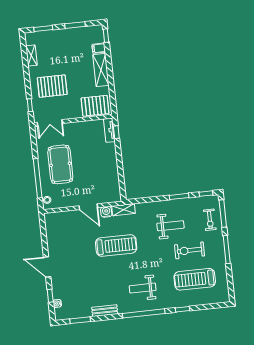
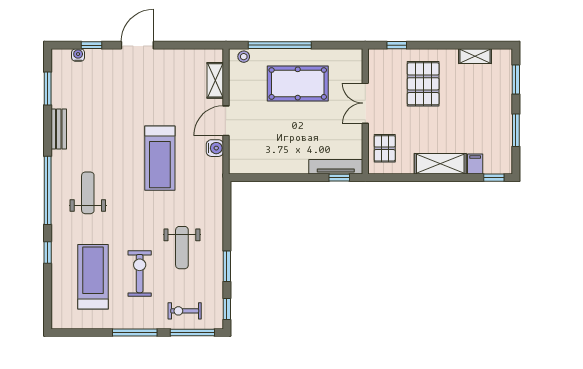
pallet: (95, 106) -> (385, 148), width x0.67, depth x0.71
double door: (50, 123) -> (365, 103), moved
tv unit: (109, 130) -> (336, 167), width x1.41
shelving: (124, 210) -> (215, 80), moved

